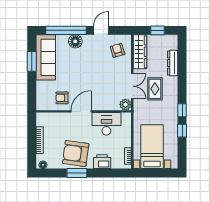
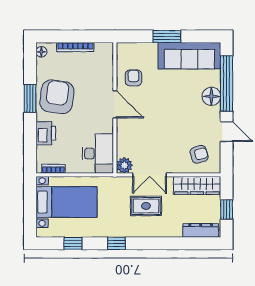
window: (32, 61) -> (167, 36), moved
dresser: (173, 63) -> (201, 230), moved
desk: (106, 124) -> (98, 154), moved
window: (182, 131) -> (73, 243), moved

